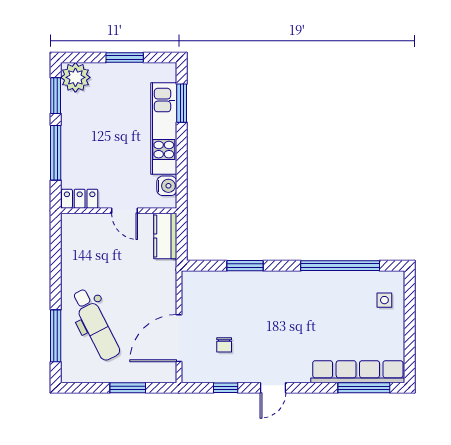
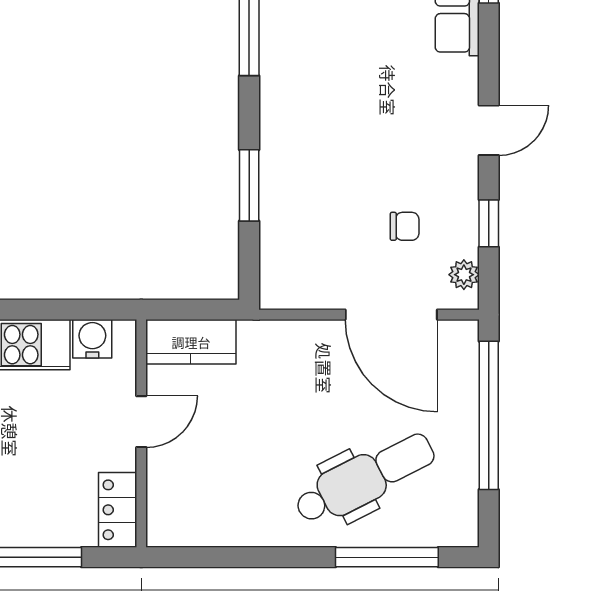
plant: (199, 375) -> (464, 275), added
window: (128, 388) -> (489, 415), width x2.11
door: (273, 388) -> (489, 130), hinge flipped

